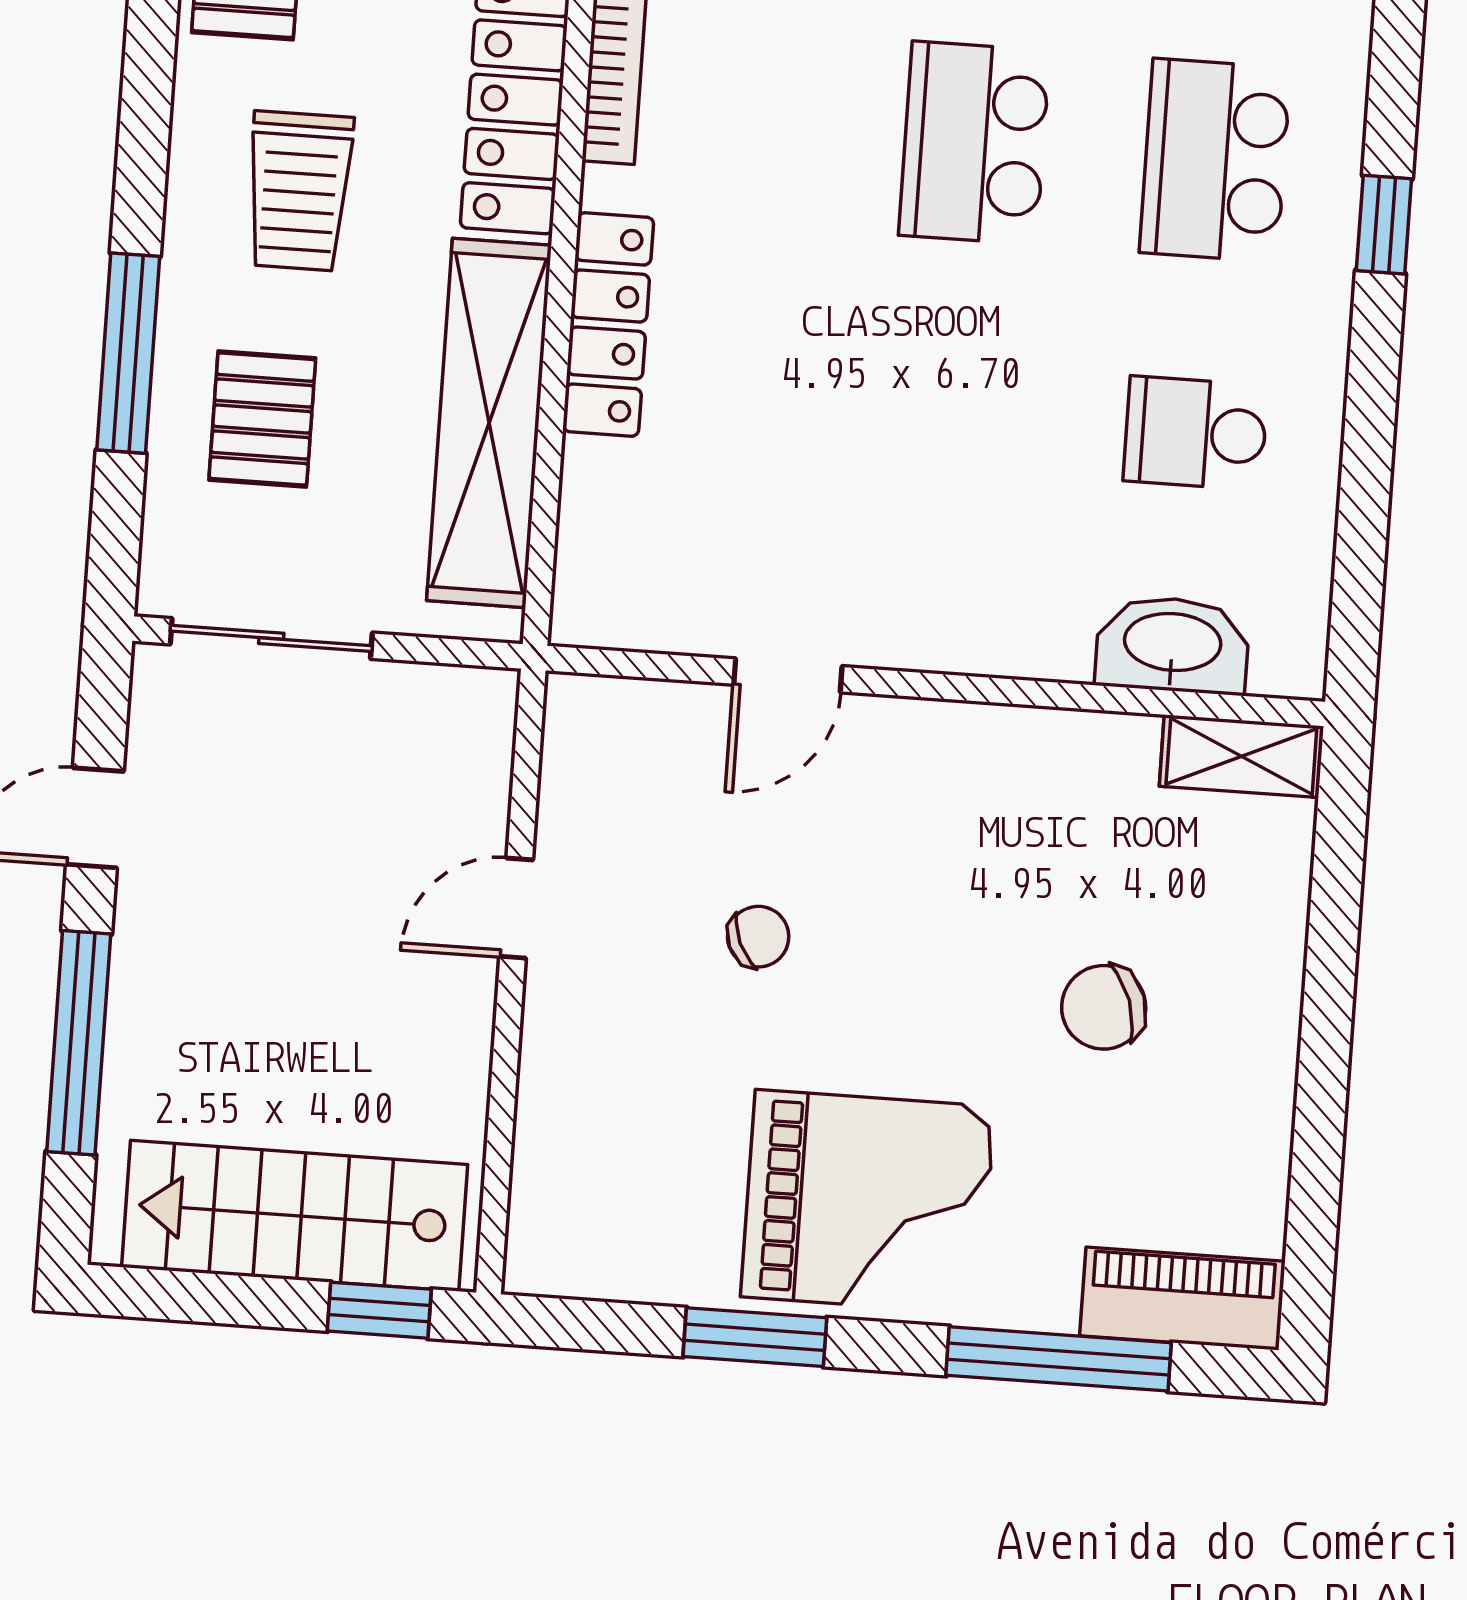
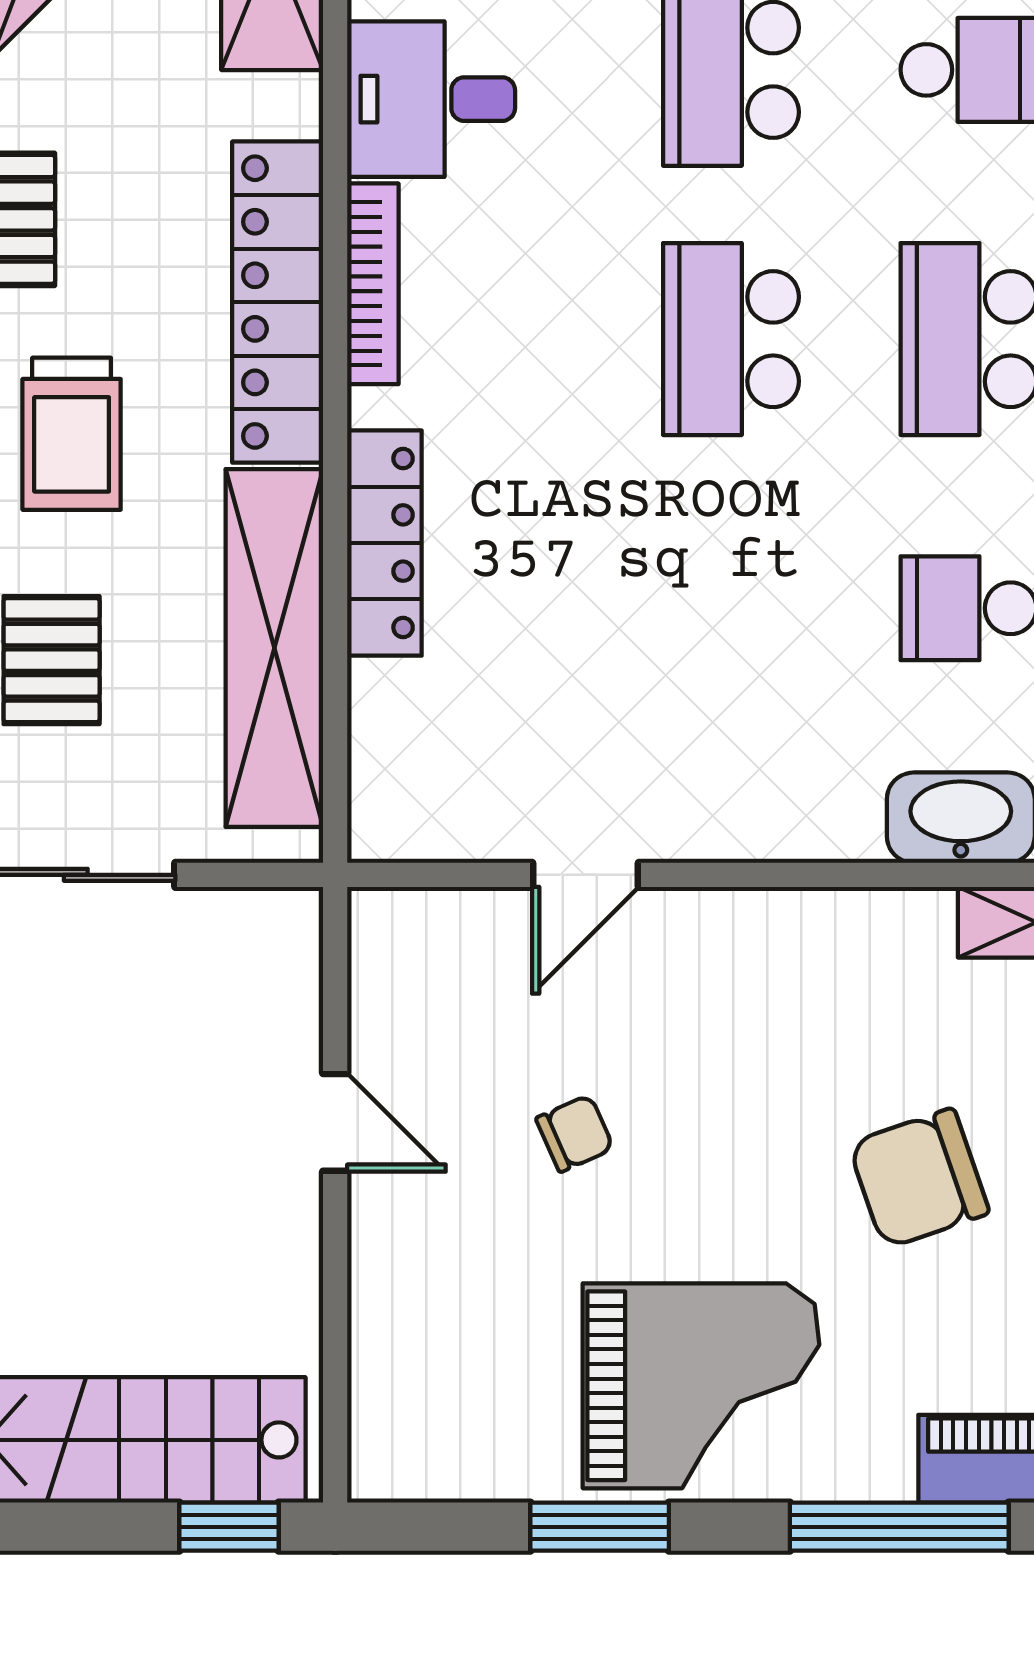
door: (516, 908) -> (335, 1122), swing flipped
chair: (1104, 1007) -> (919, 1178), width x1.37, depth x1.37

